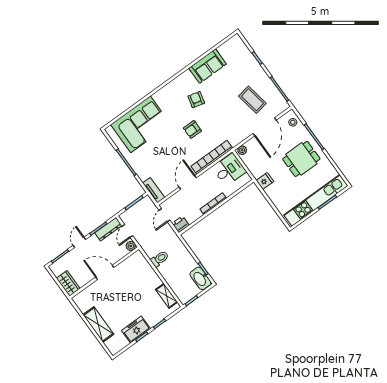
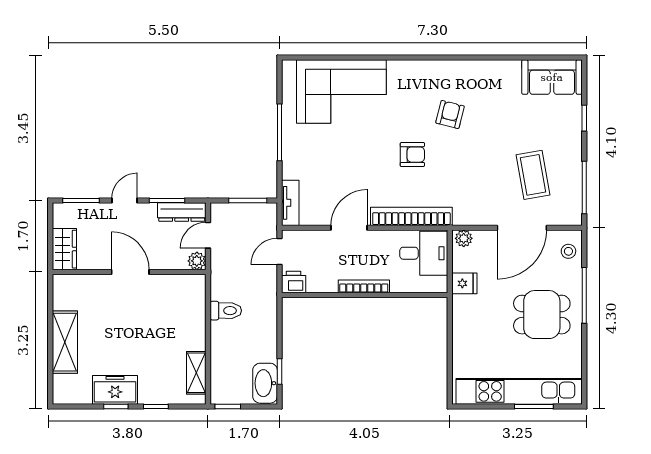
sofa: (208, 66) -> (552, 77), moved
armchair: (192, 129) -> (412, 155), turned 180
fridge: (265, 181) -> (464, 283), moved

